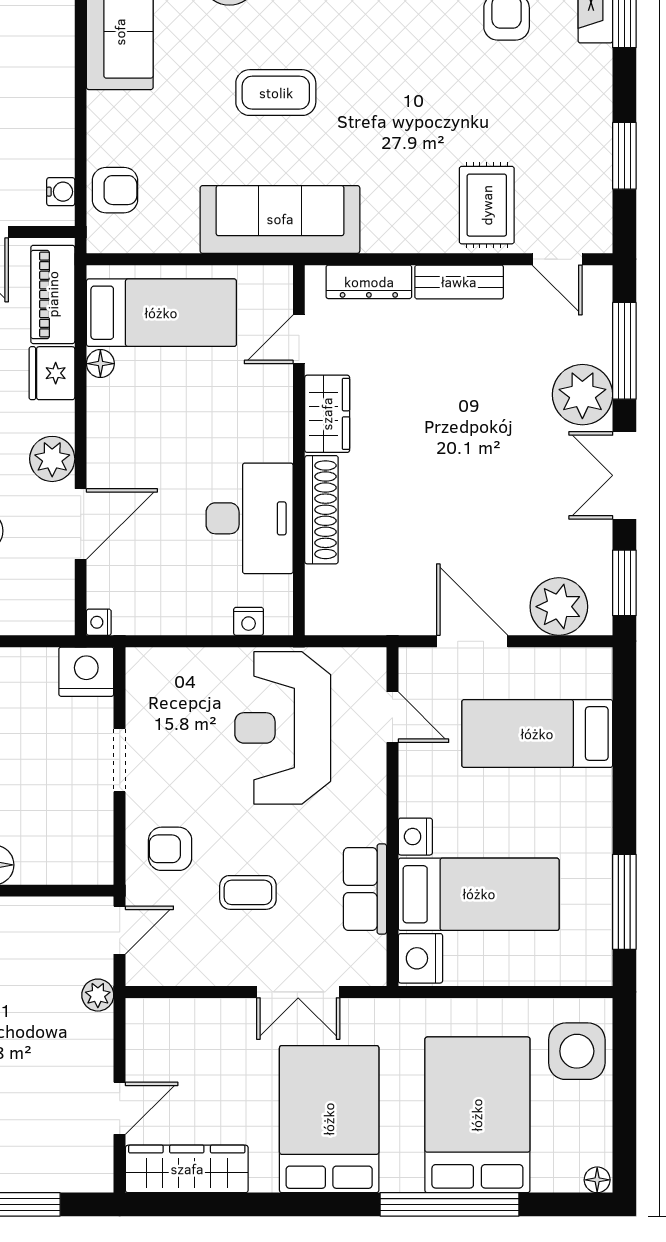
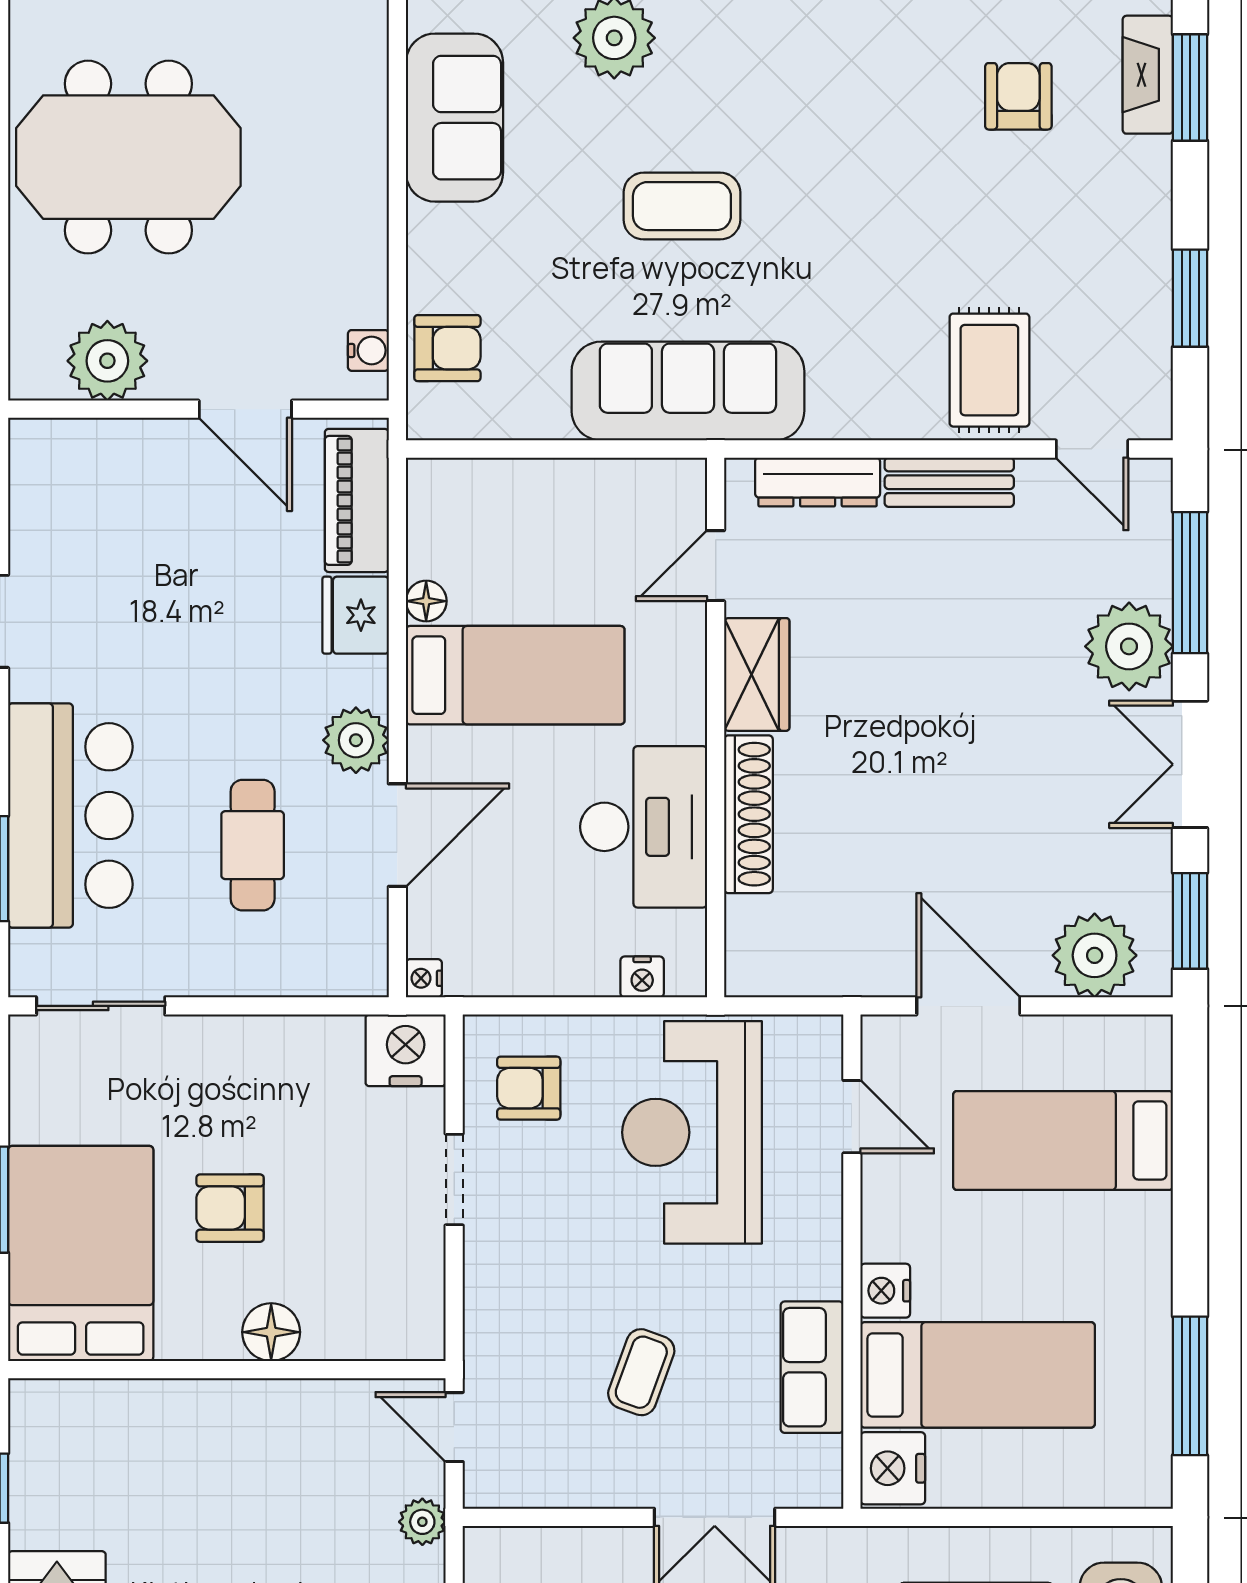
bed: (161, 313) -> (515, 675), moved
armchair: (170, 849) -> (529, 1088), moved
coffee table: (248, 892) -> (641, 1372), turned -70
door: (120, 930) -> (454, 1427), swing flipped

